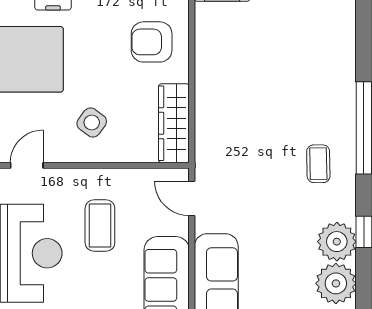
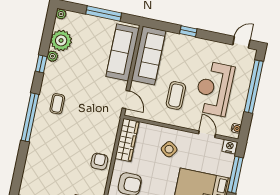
armchair: (217, 72) -> (99, 161), added
door: (27, 165) -> (207, 134), swing flipped
plant: (337, 242) -> (52, 56), width x0.53, depth x0.53

